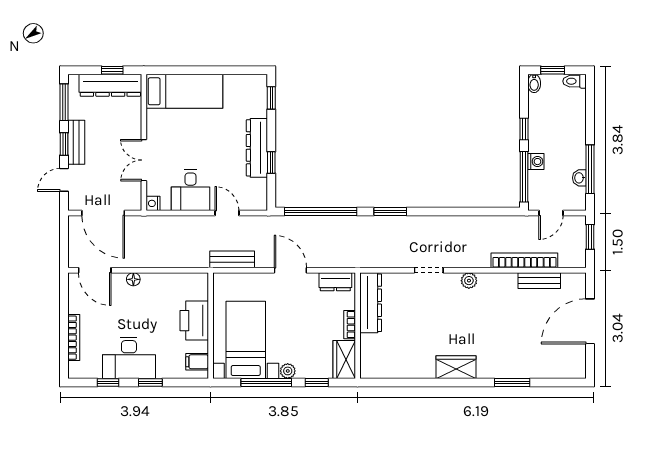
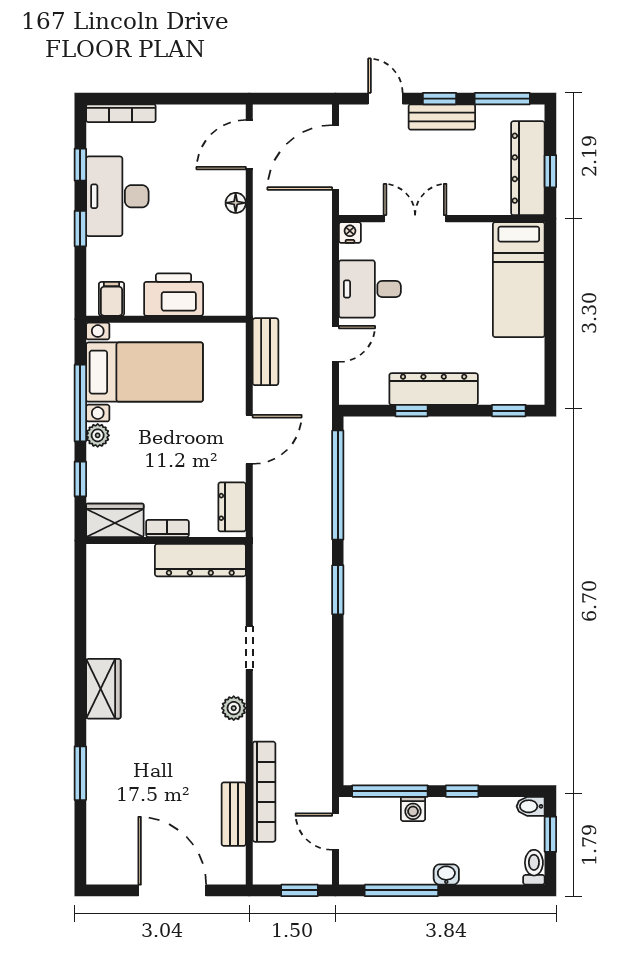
washbasin: (579, 178) -> (446, 875), moved
bookcase: (74, 338) -> (121, 113), moved

